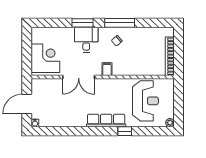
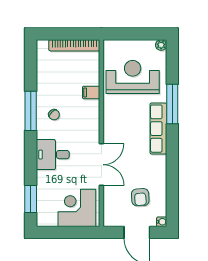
window: (83, 23) -> (31, 199), moved
filing cabinet: (107, 69) -> (91, 92), moved
armchair: (54, 107) -> (140, 197), added
window: (125, 131) -> (172, 104), width x2.17

